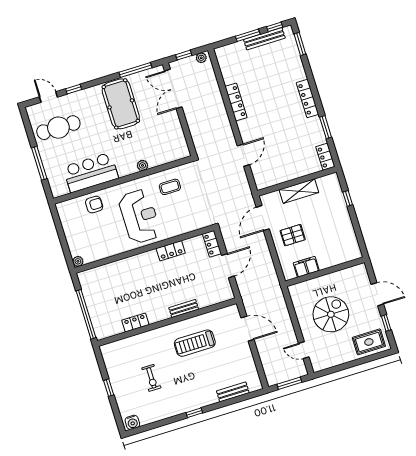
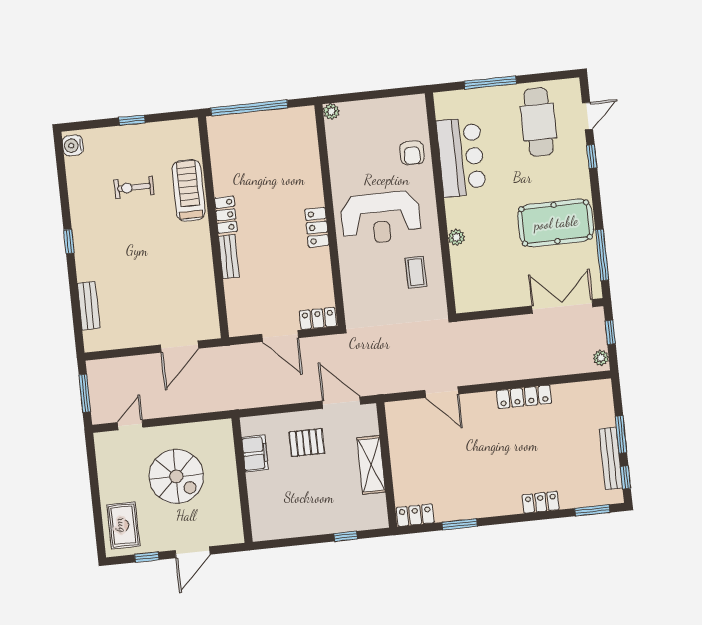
locker: (308, 98) -> (541, 502), moved, width x0.66
pallet: (293, 235) -> (307, 443), turned 90
locker: (171, 251) -> (317, 227), moved
locker: (135, 322) -> (226, 215), moved
treadmill: (195, 343) -> (189, 190), moved

